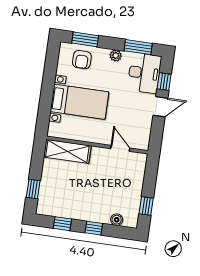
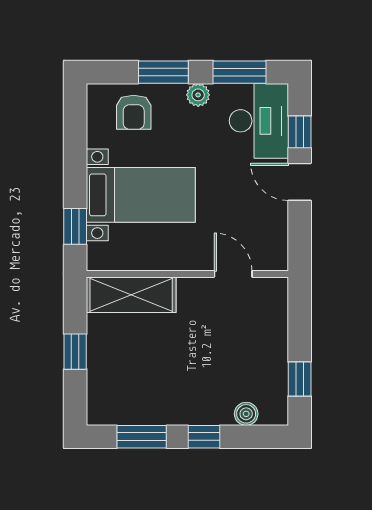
window: (85, 39) -> (163, 72), moved
door: (160, 107) -> (300, 182), swing flipped
window: (44, 113) -> (75, 226), added
window: (33, 189) -> (75, 352), moved
window: (62, 224) -> (142, 437), width x1.50

